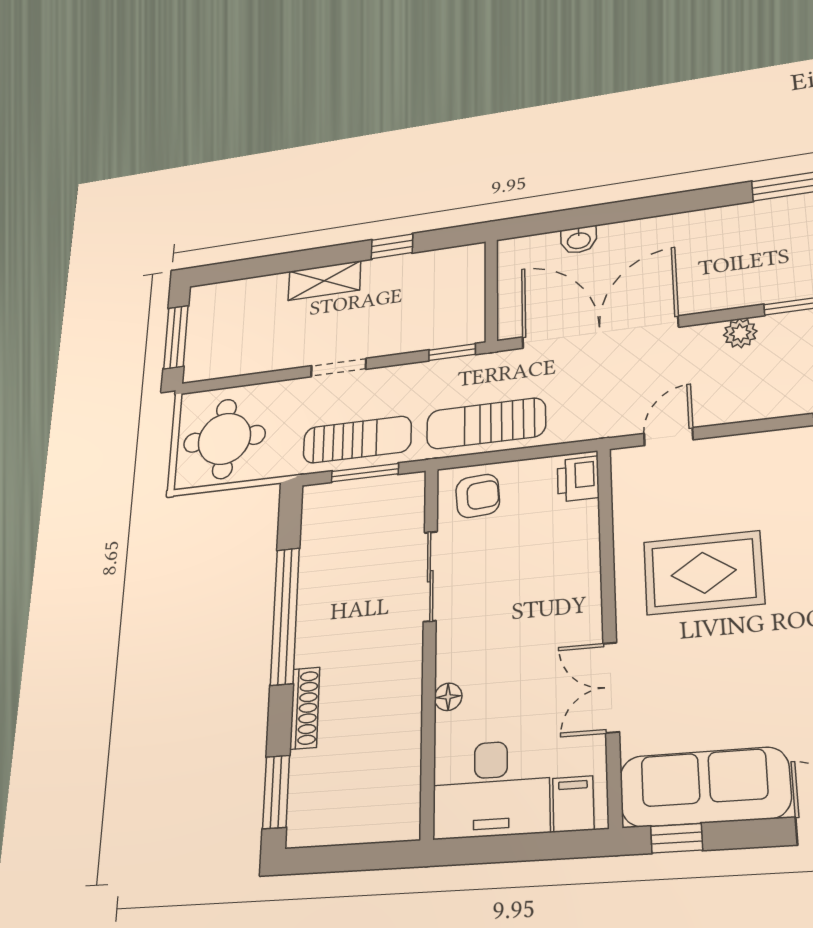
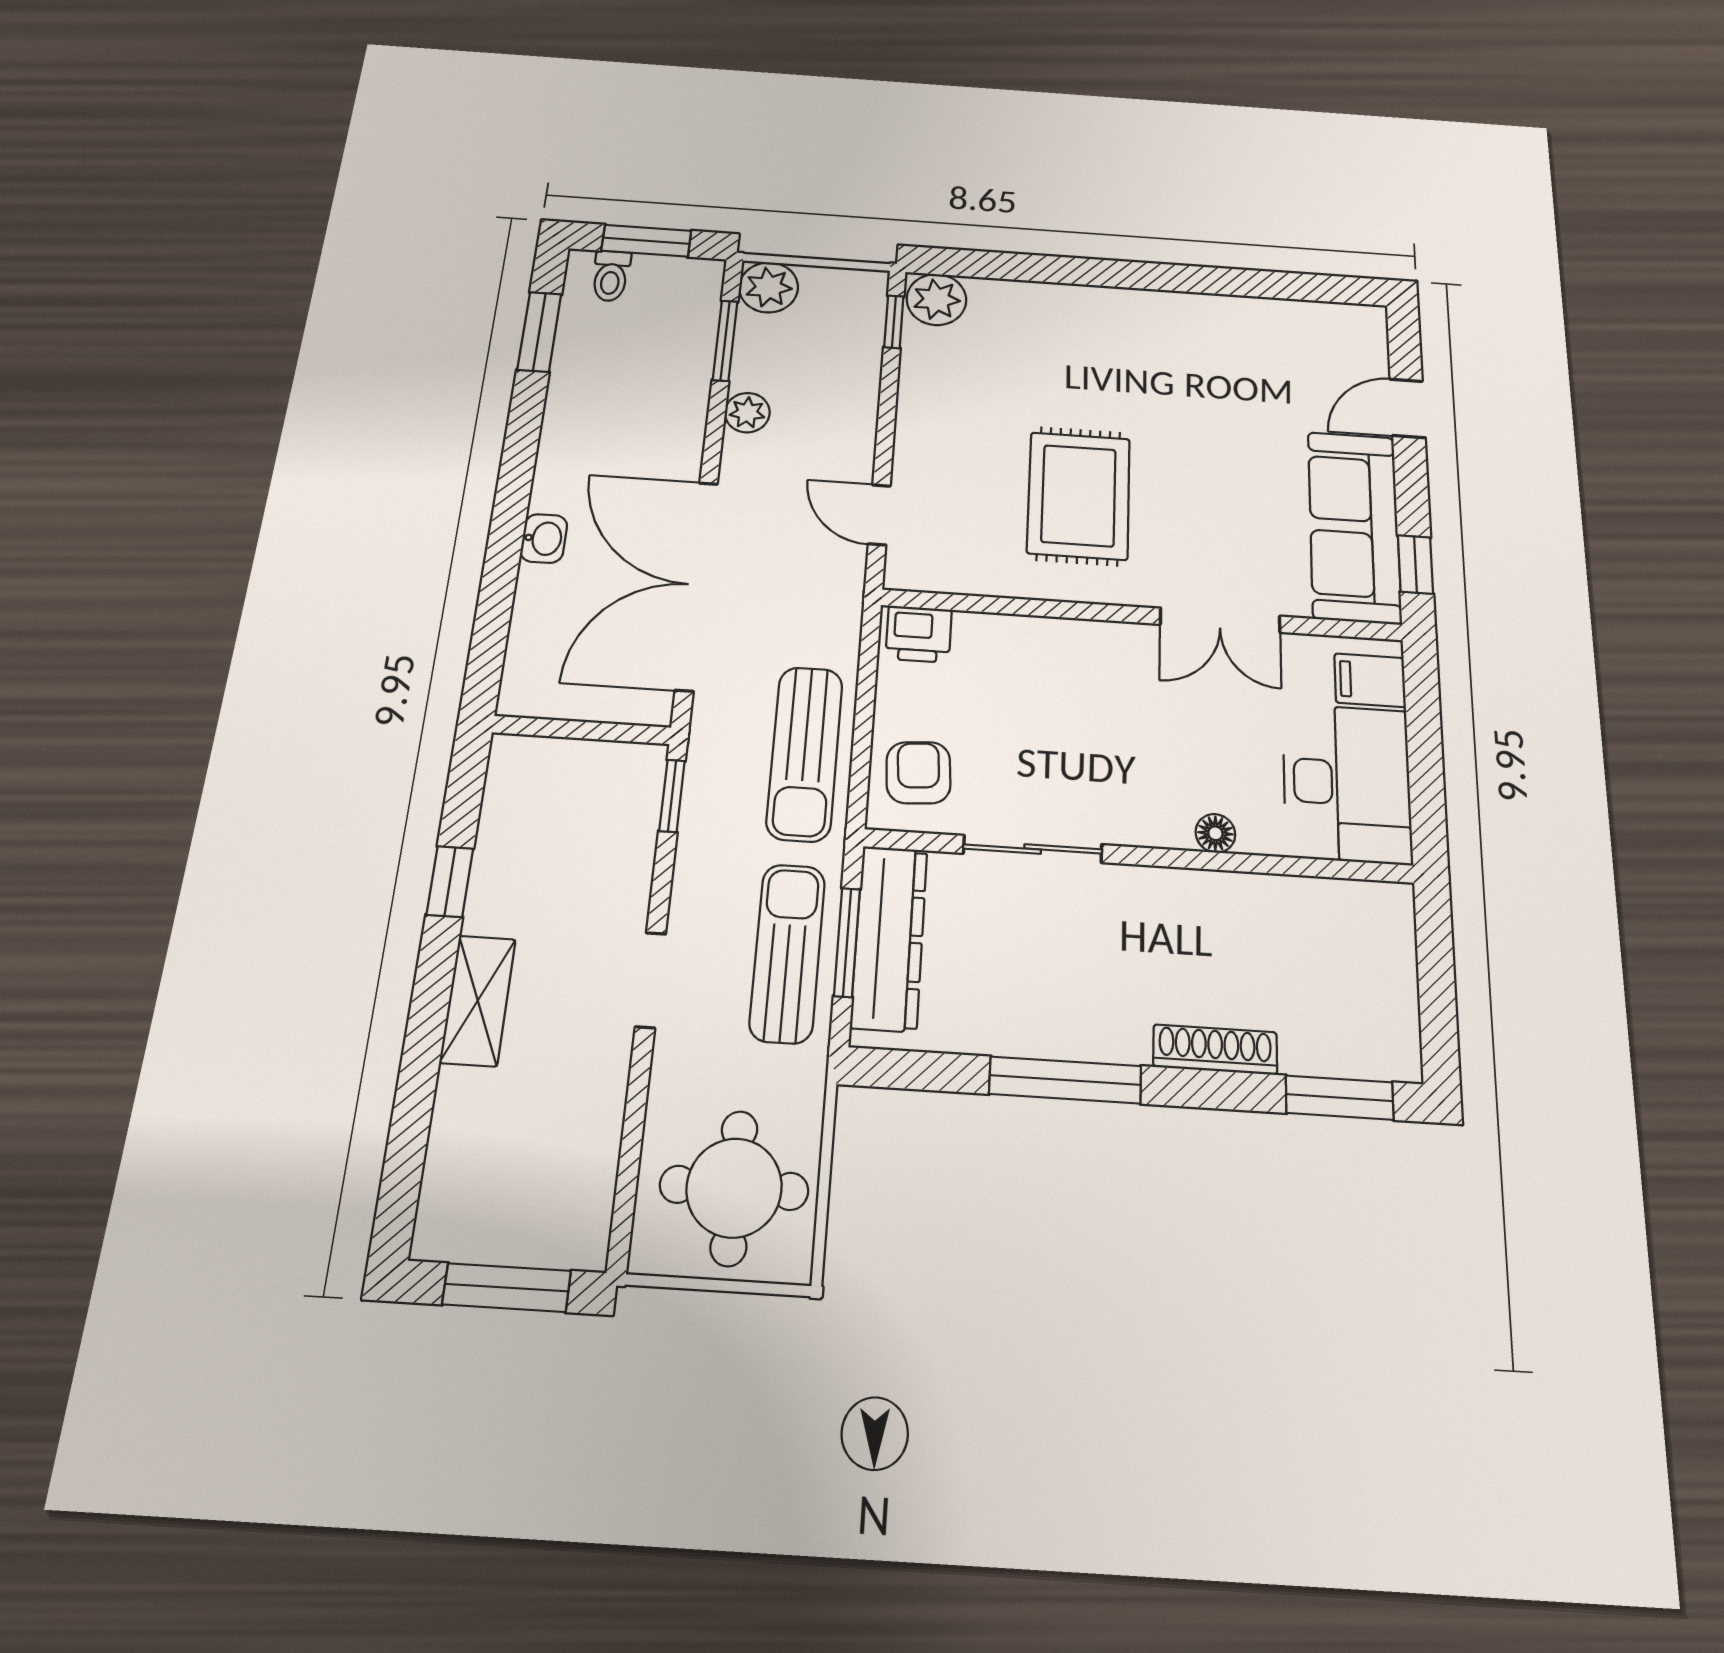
washbasin: (579, 240) -> (544, 538), moved
dresser: (369, 497) -> (889, 938), added
window: (285, 616) -> (1065, 1080), width x0.68

